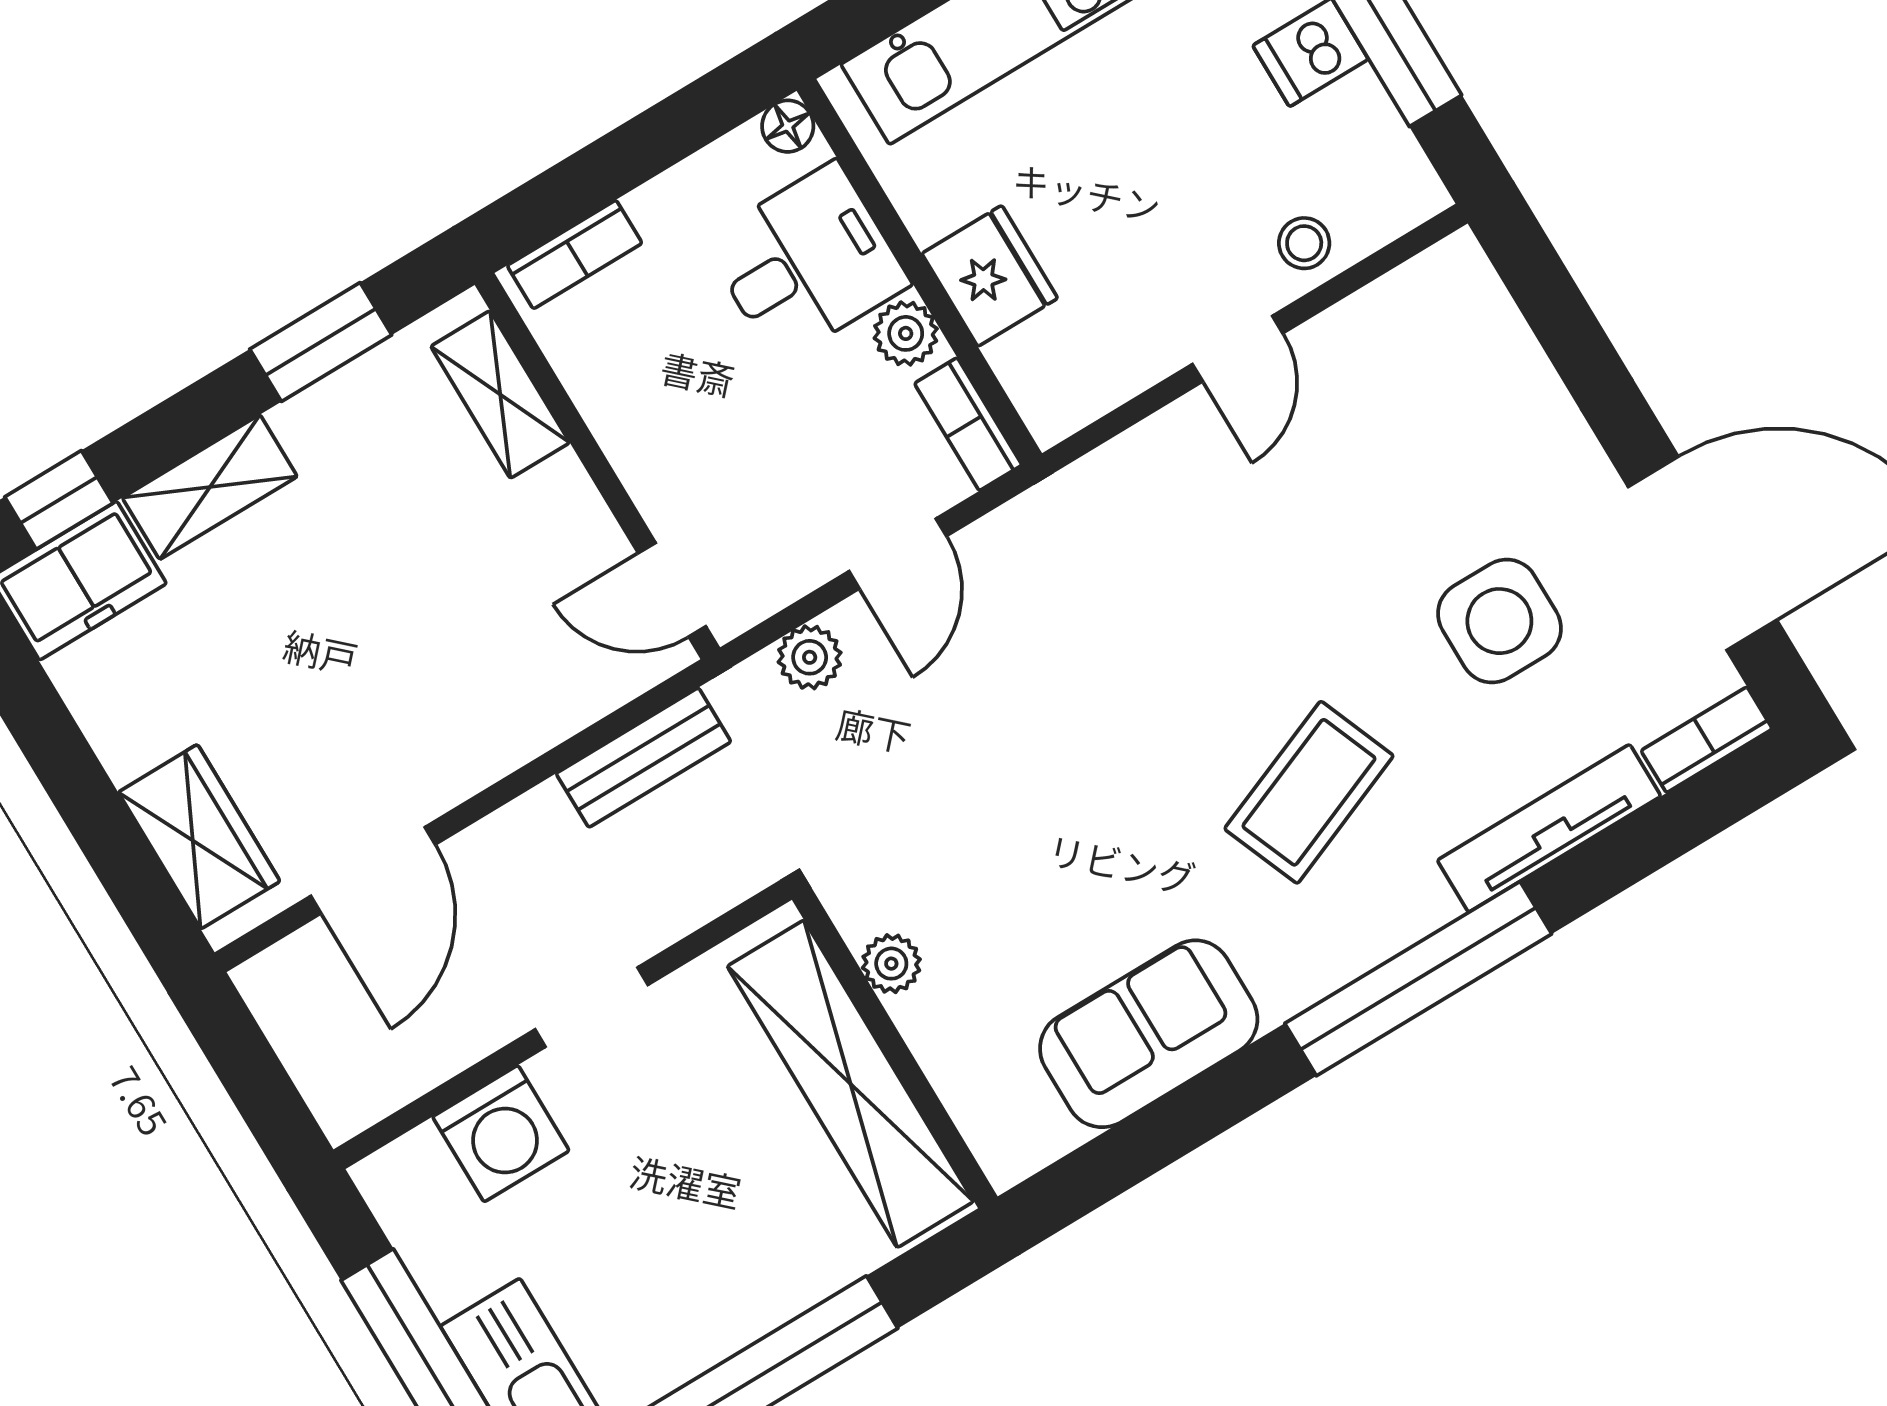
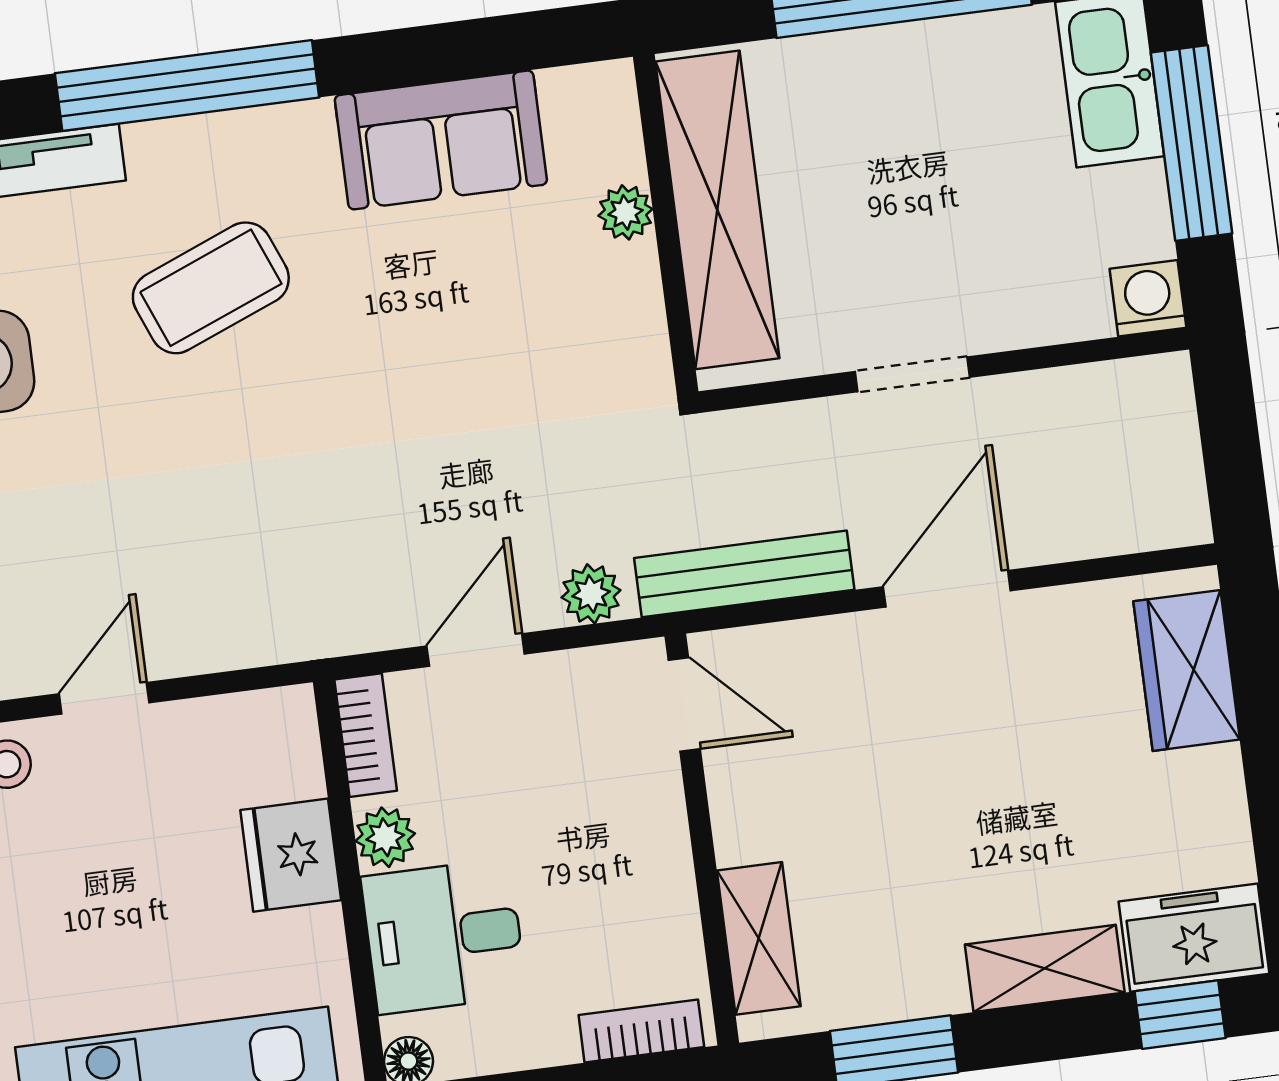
bench: (644, 758) -> (744, 574), width x1.36
door: (373, 870) -> (947, 589), moved
plant: (891, 964) -> (625, 212), moved
washing machine: (501, 1134) -> (1148, 298), moved, width x0.73, depth x0.73

